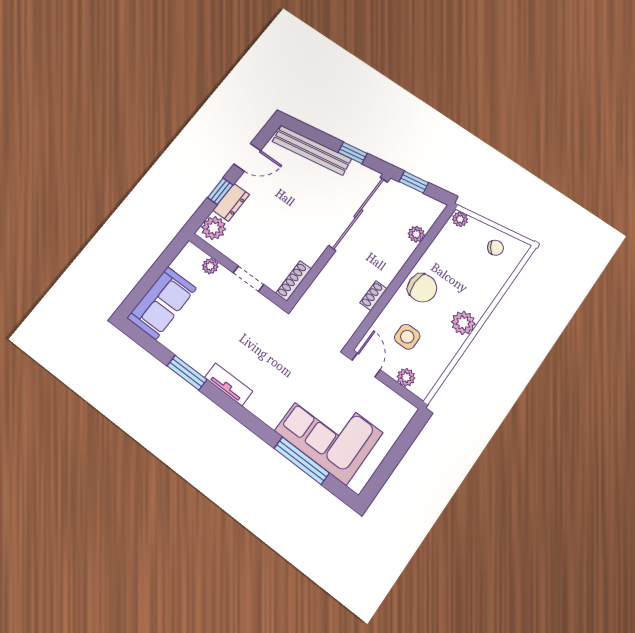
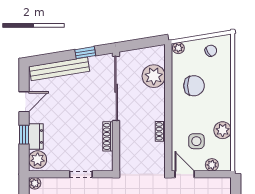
window: (414, 182) -> (135, 45), removed
plant: (416, 234) -> (154, 76), width x1.88, depth x1.88
plant: (210, 266) -> (35, 183), moved
shoe rack: (294, 281) -> (108, 136), moved
chair: (422, 288) -> (194, 86), moved
plant: (463, 323) -> (223, 130), moved

